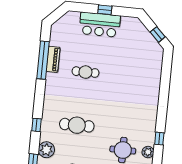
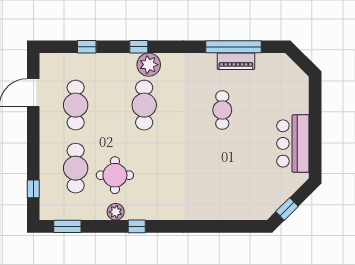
window: (105, 10) -> (315, 129), removed
bar counter: (100, 25) -> (293, 143), moved
plant: (46, 150) -> (149, 65), moved

